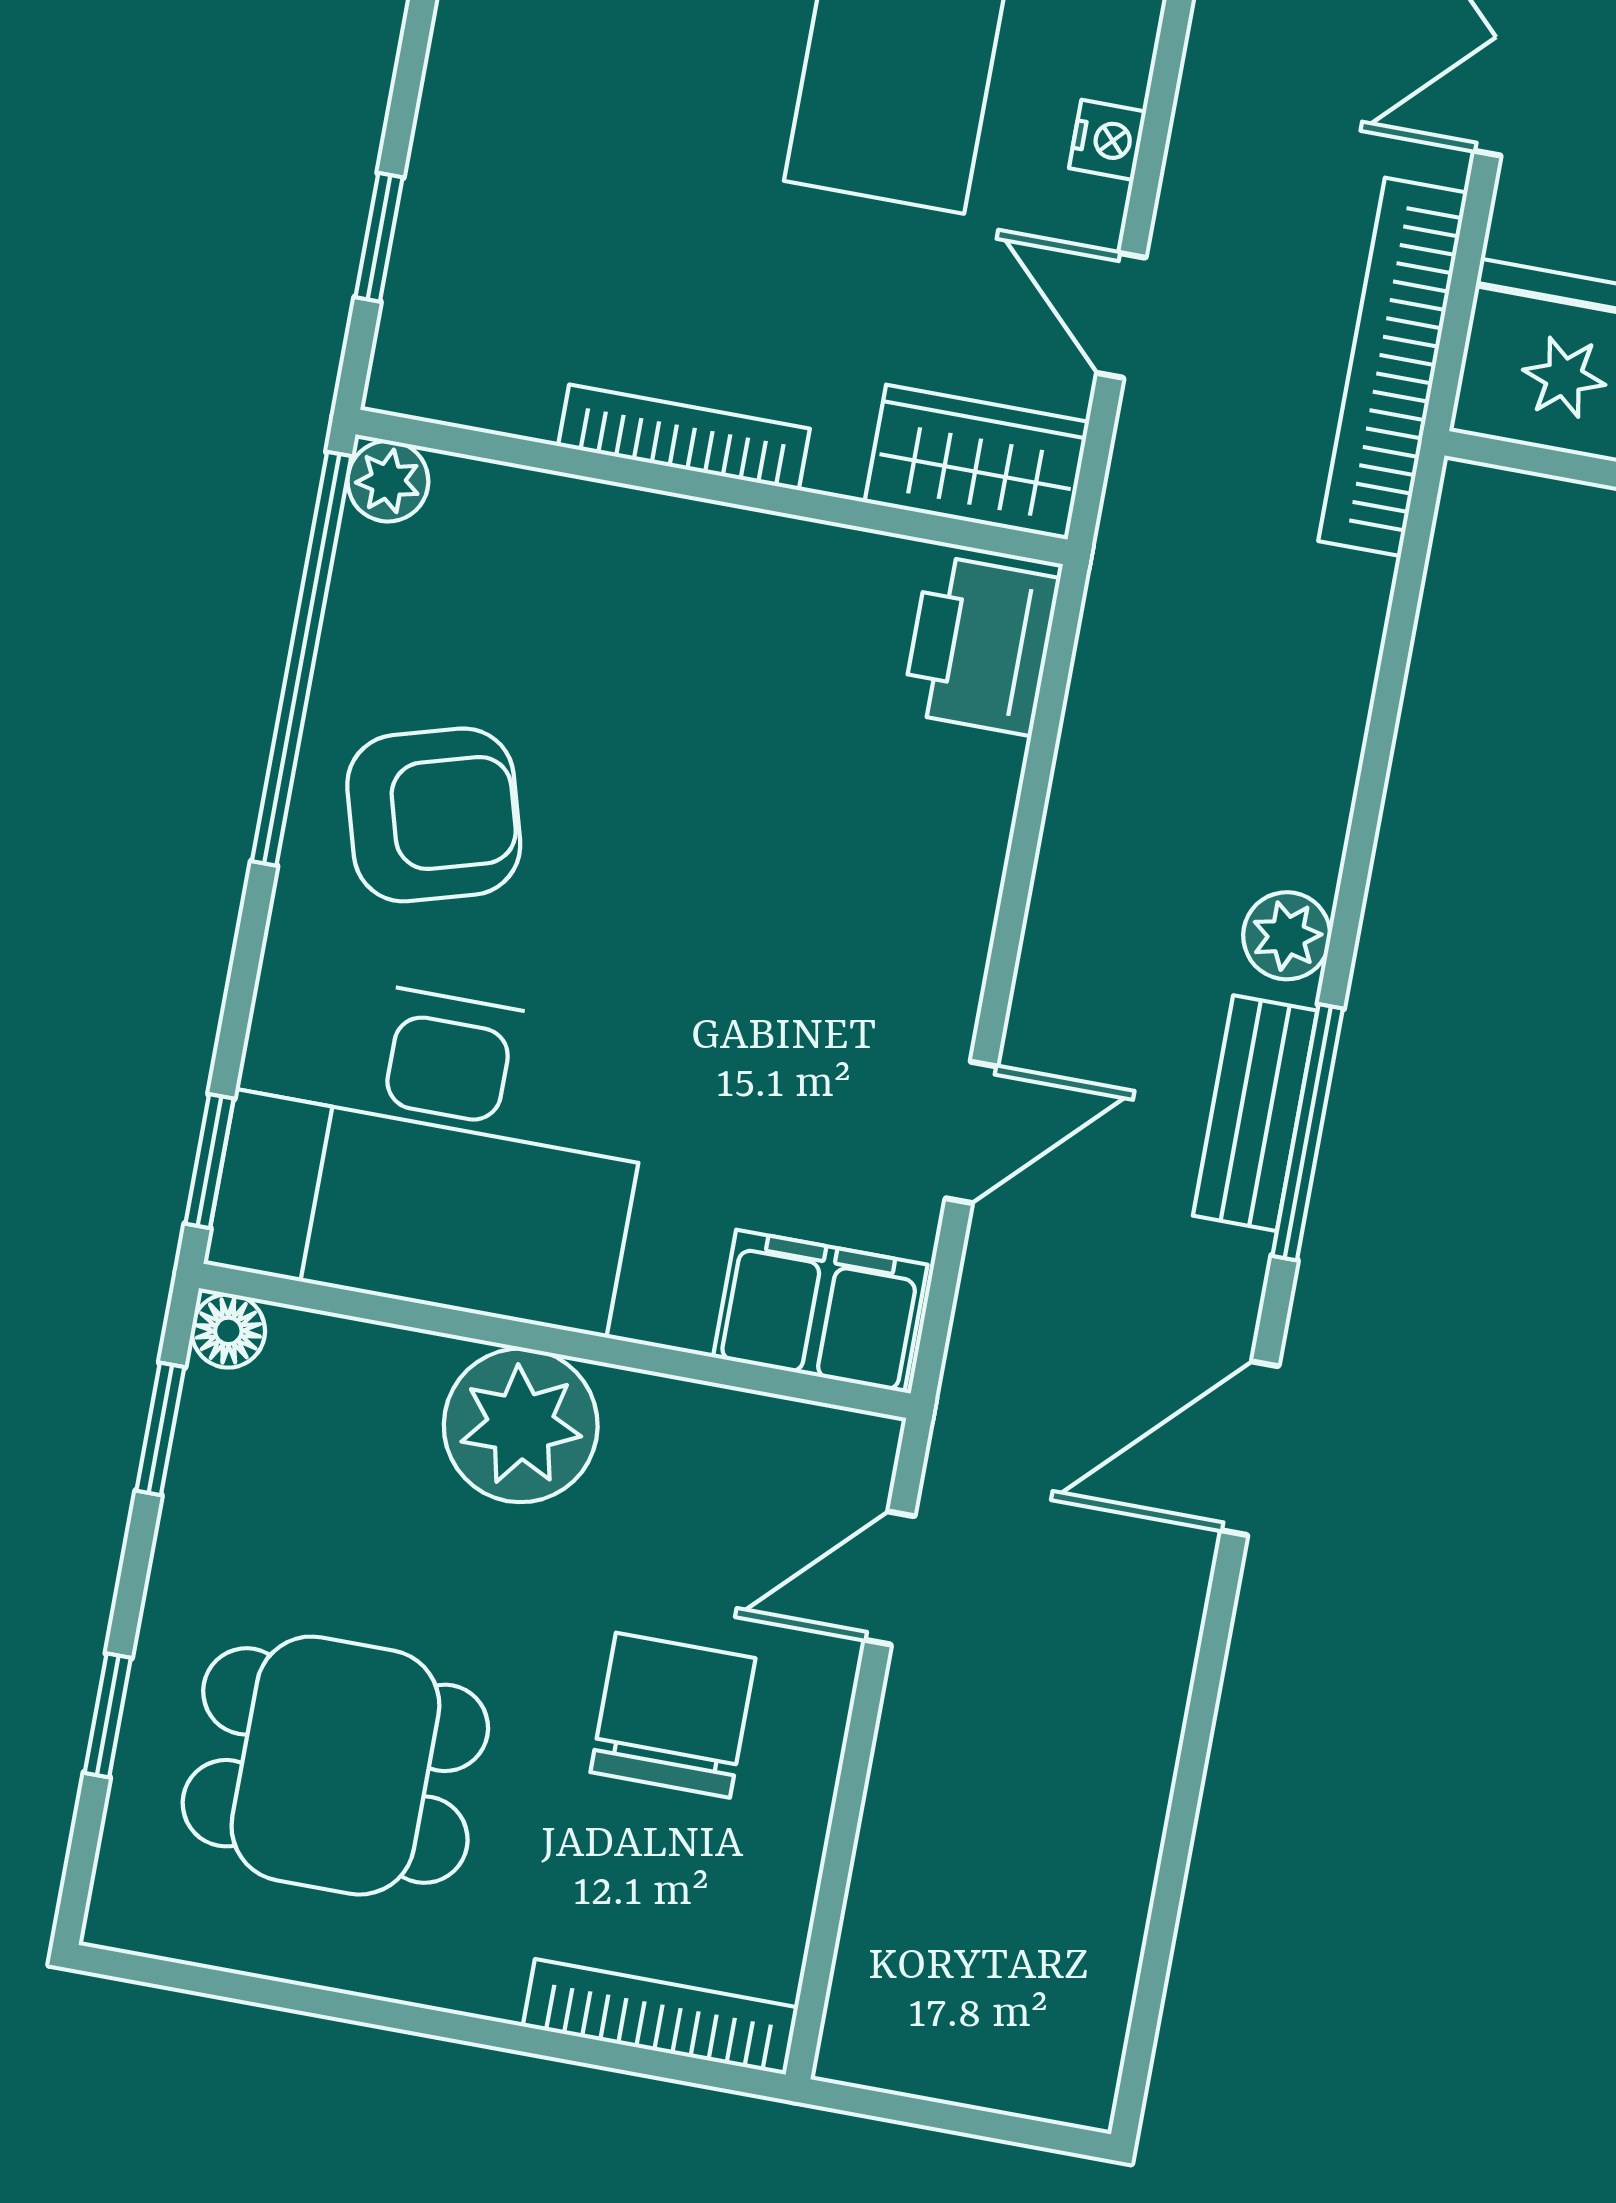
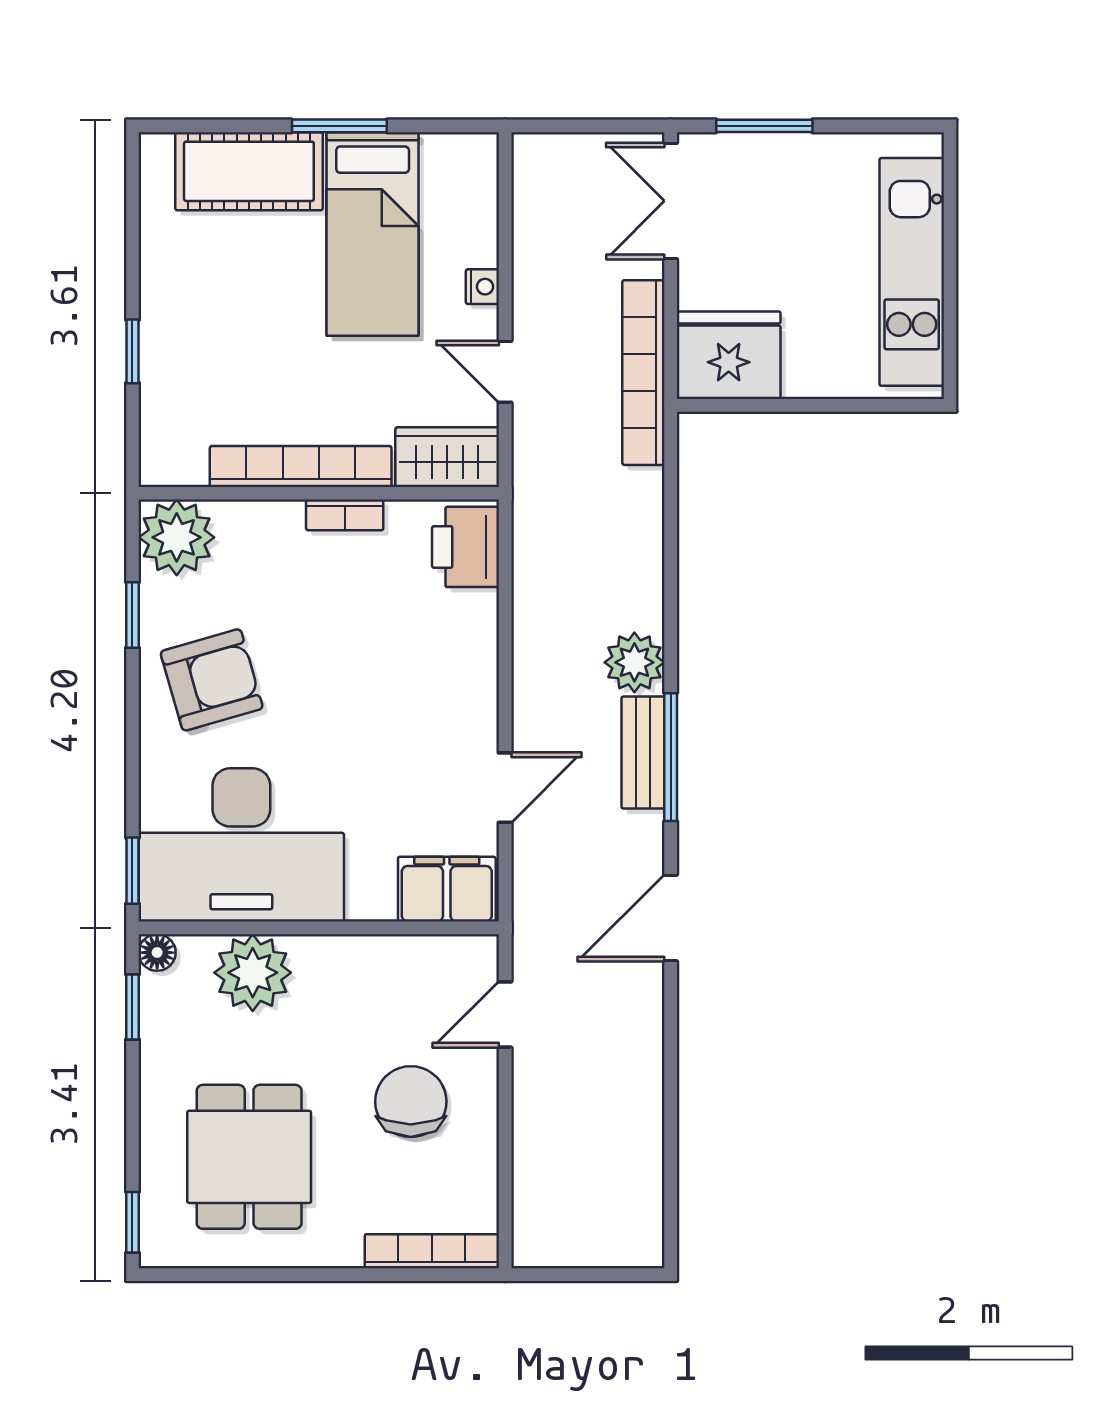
window: (379, 237) -> (132, 351), moved
bookcase: (684, 437) -> (301, 466), width x1.48, depth x1.31
plant: (388, 481) -> (177, 537), width x1.87, depth x1.87
bookcase: (755, 539) -> (345, 515), added
window: (302, 659) -> (132, 615), width x0.32
plant: (1287, 936) -> (634, 662), width x1.38, depth x1.38
plant: (521, 1425) -> (253, 973), moved
window: (108, 1715) -> (132, 1222), moved
dining table: (335, 1766) -> (249, 1157), turned 90

